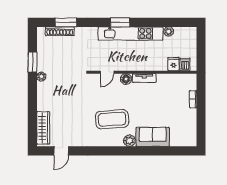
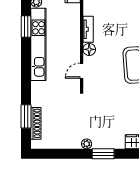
window: (120, 22) -> (26, 27), moved
window: (32, 62) -> (103, 154), moved
door: (107, 72) -> (82, 71), swing flipped

